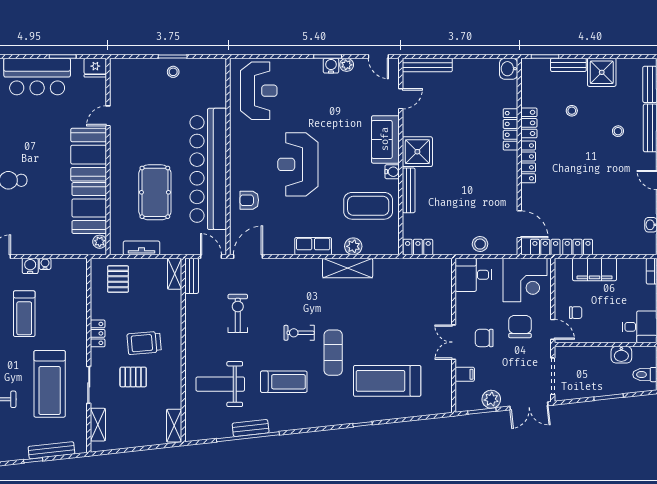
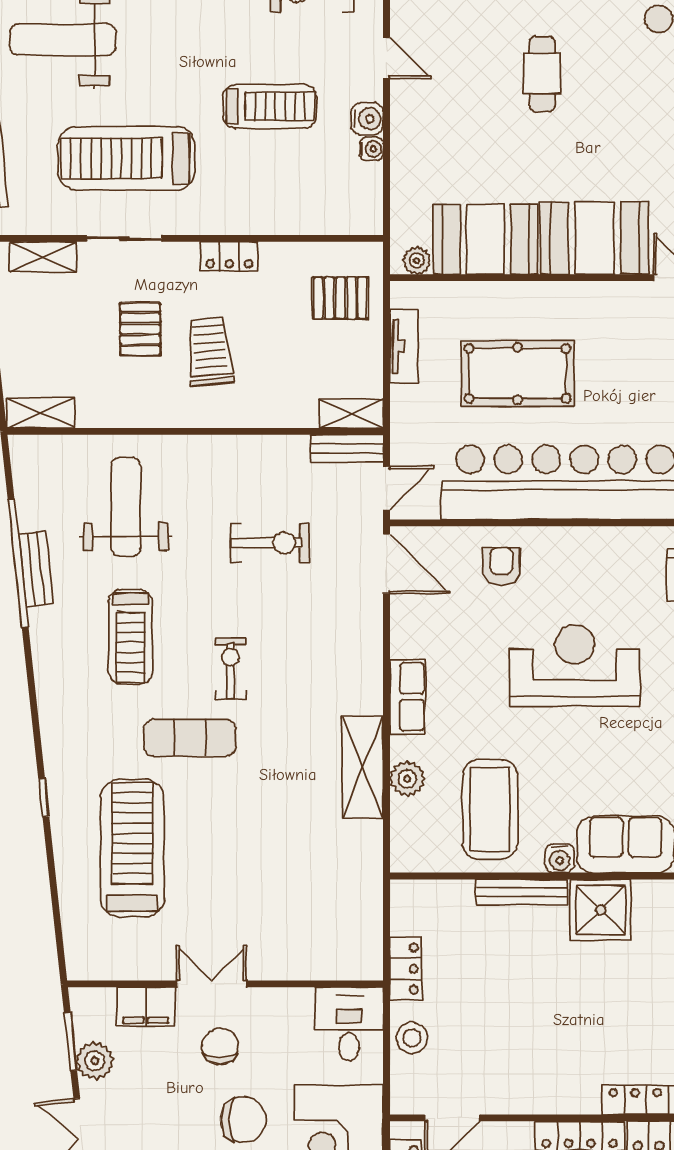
locker: (418, 247) -> (406, 969), moved
treadmill: (24, 314) -> (270, 106), turned 180
filing cabinet: (465, 374) -> (146, 1007), width x2.00

